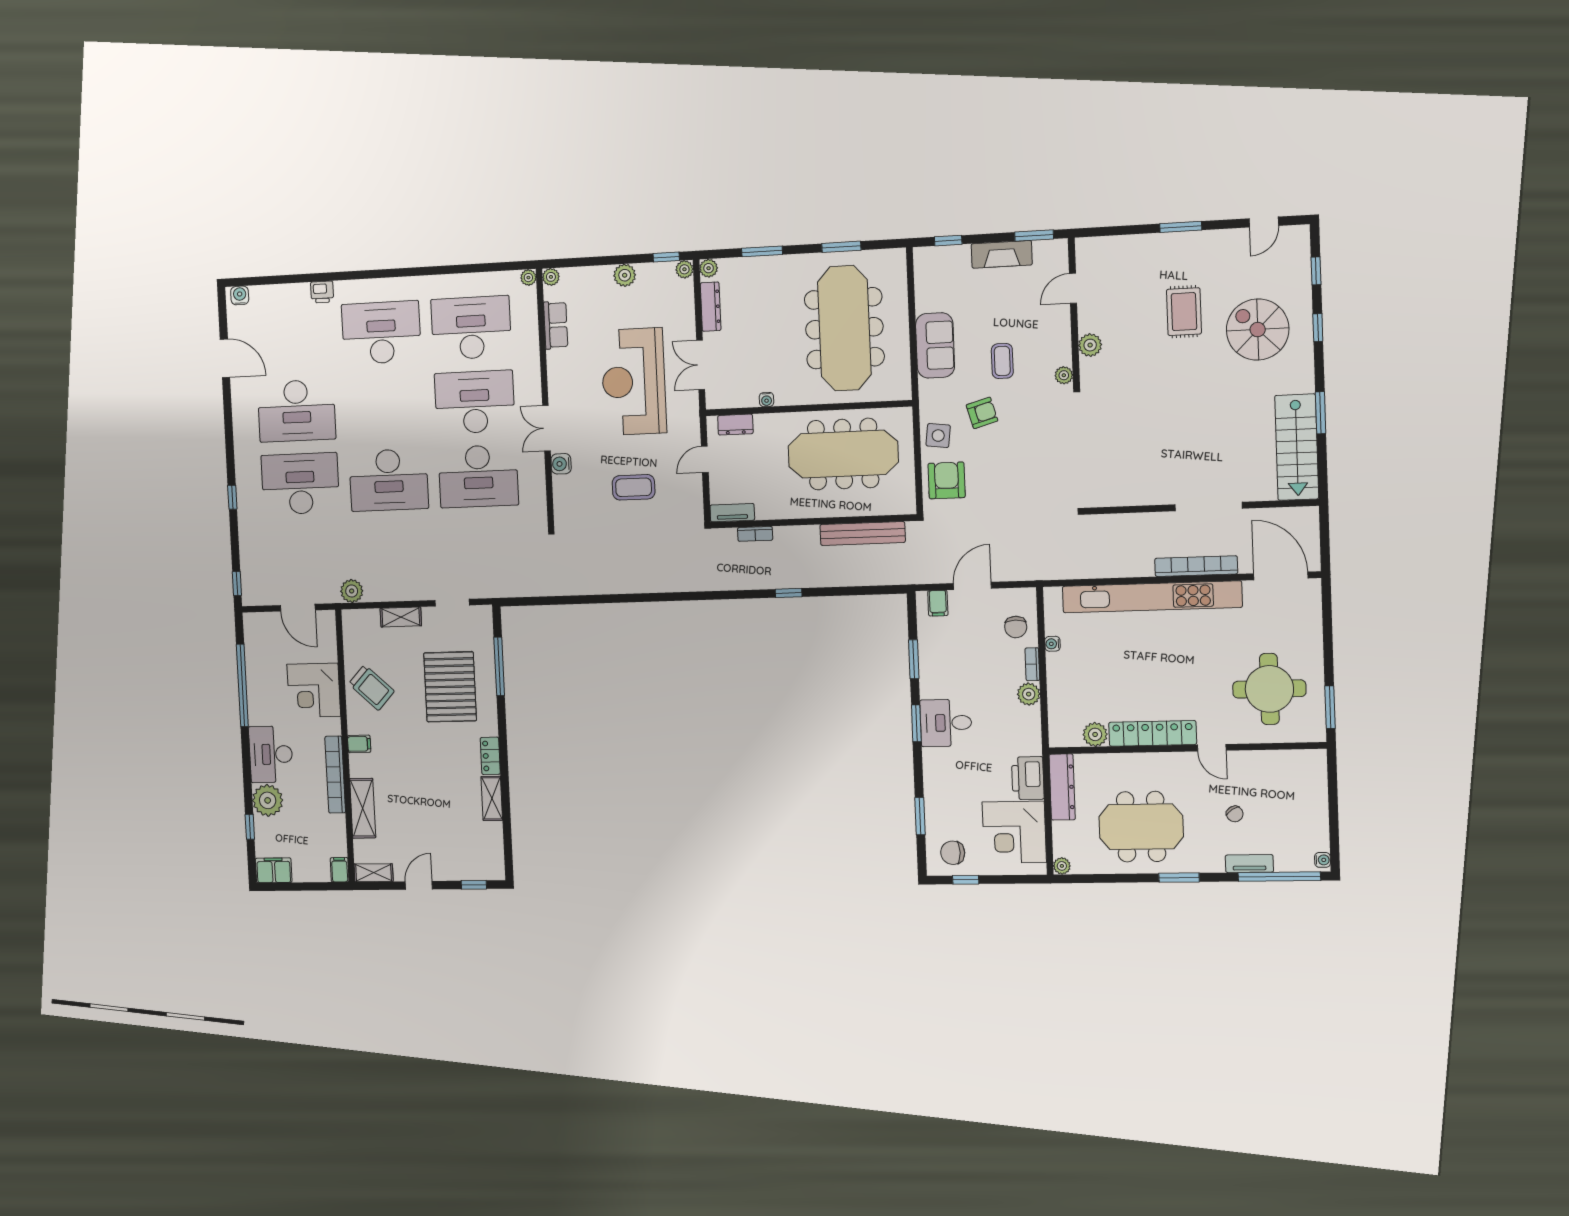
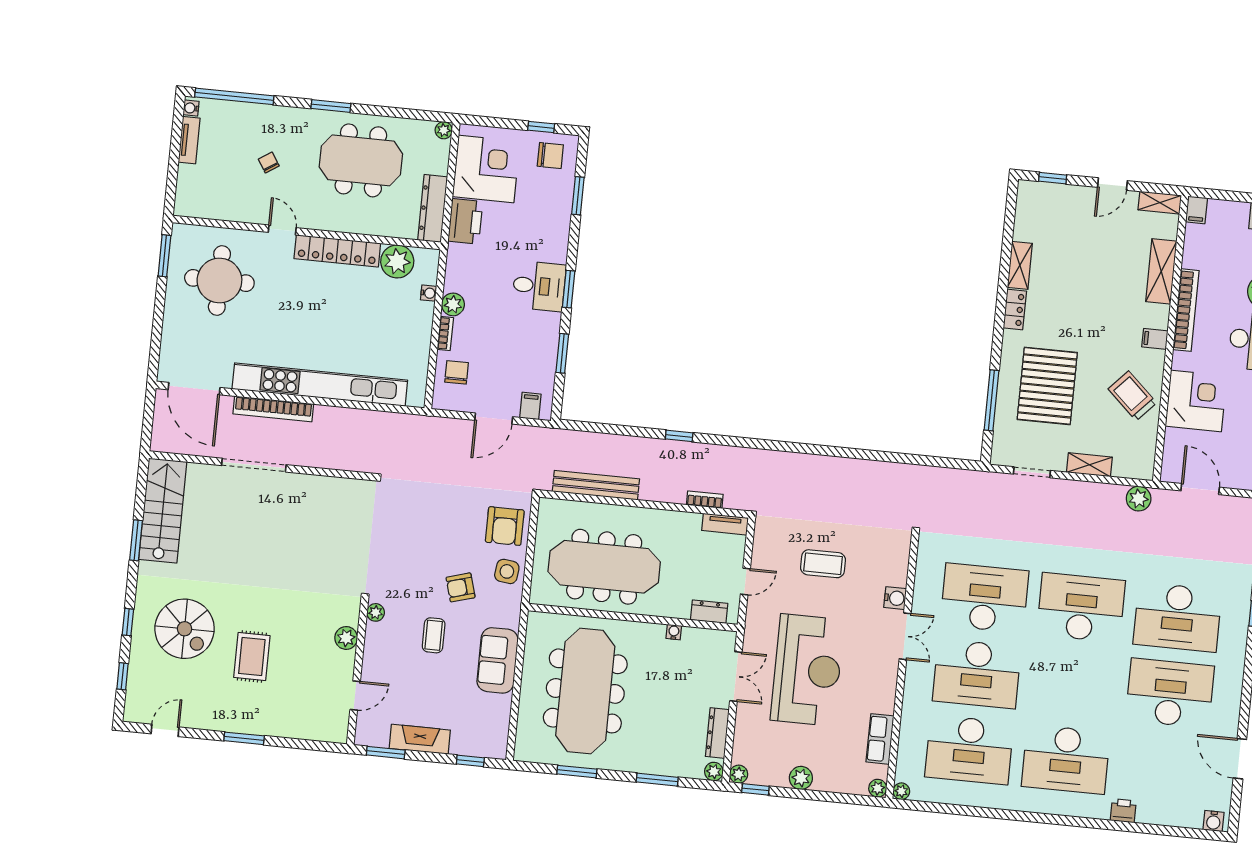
water cooler: (1052, 644) -> (429, 293), moved
plant: (1095, 734) -> (397, 261), width x1.36, depth x1.36
tv unit: (1249, 864) -> (189, 140), moved, turned -90

